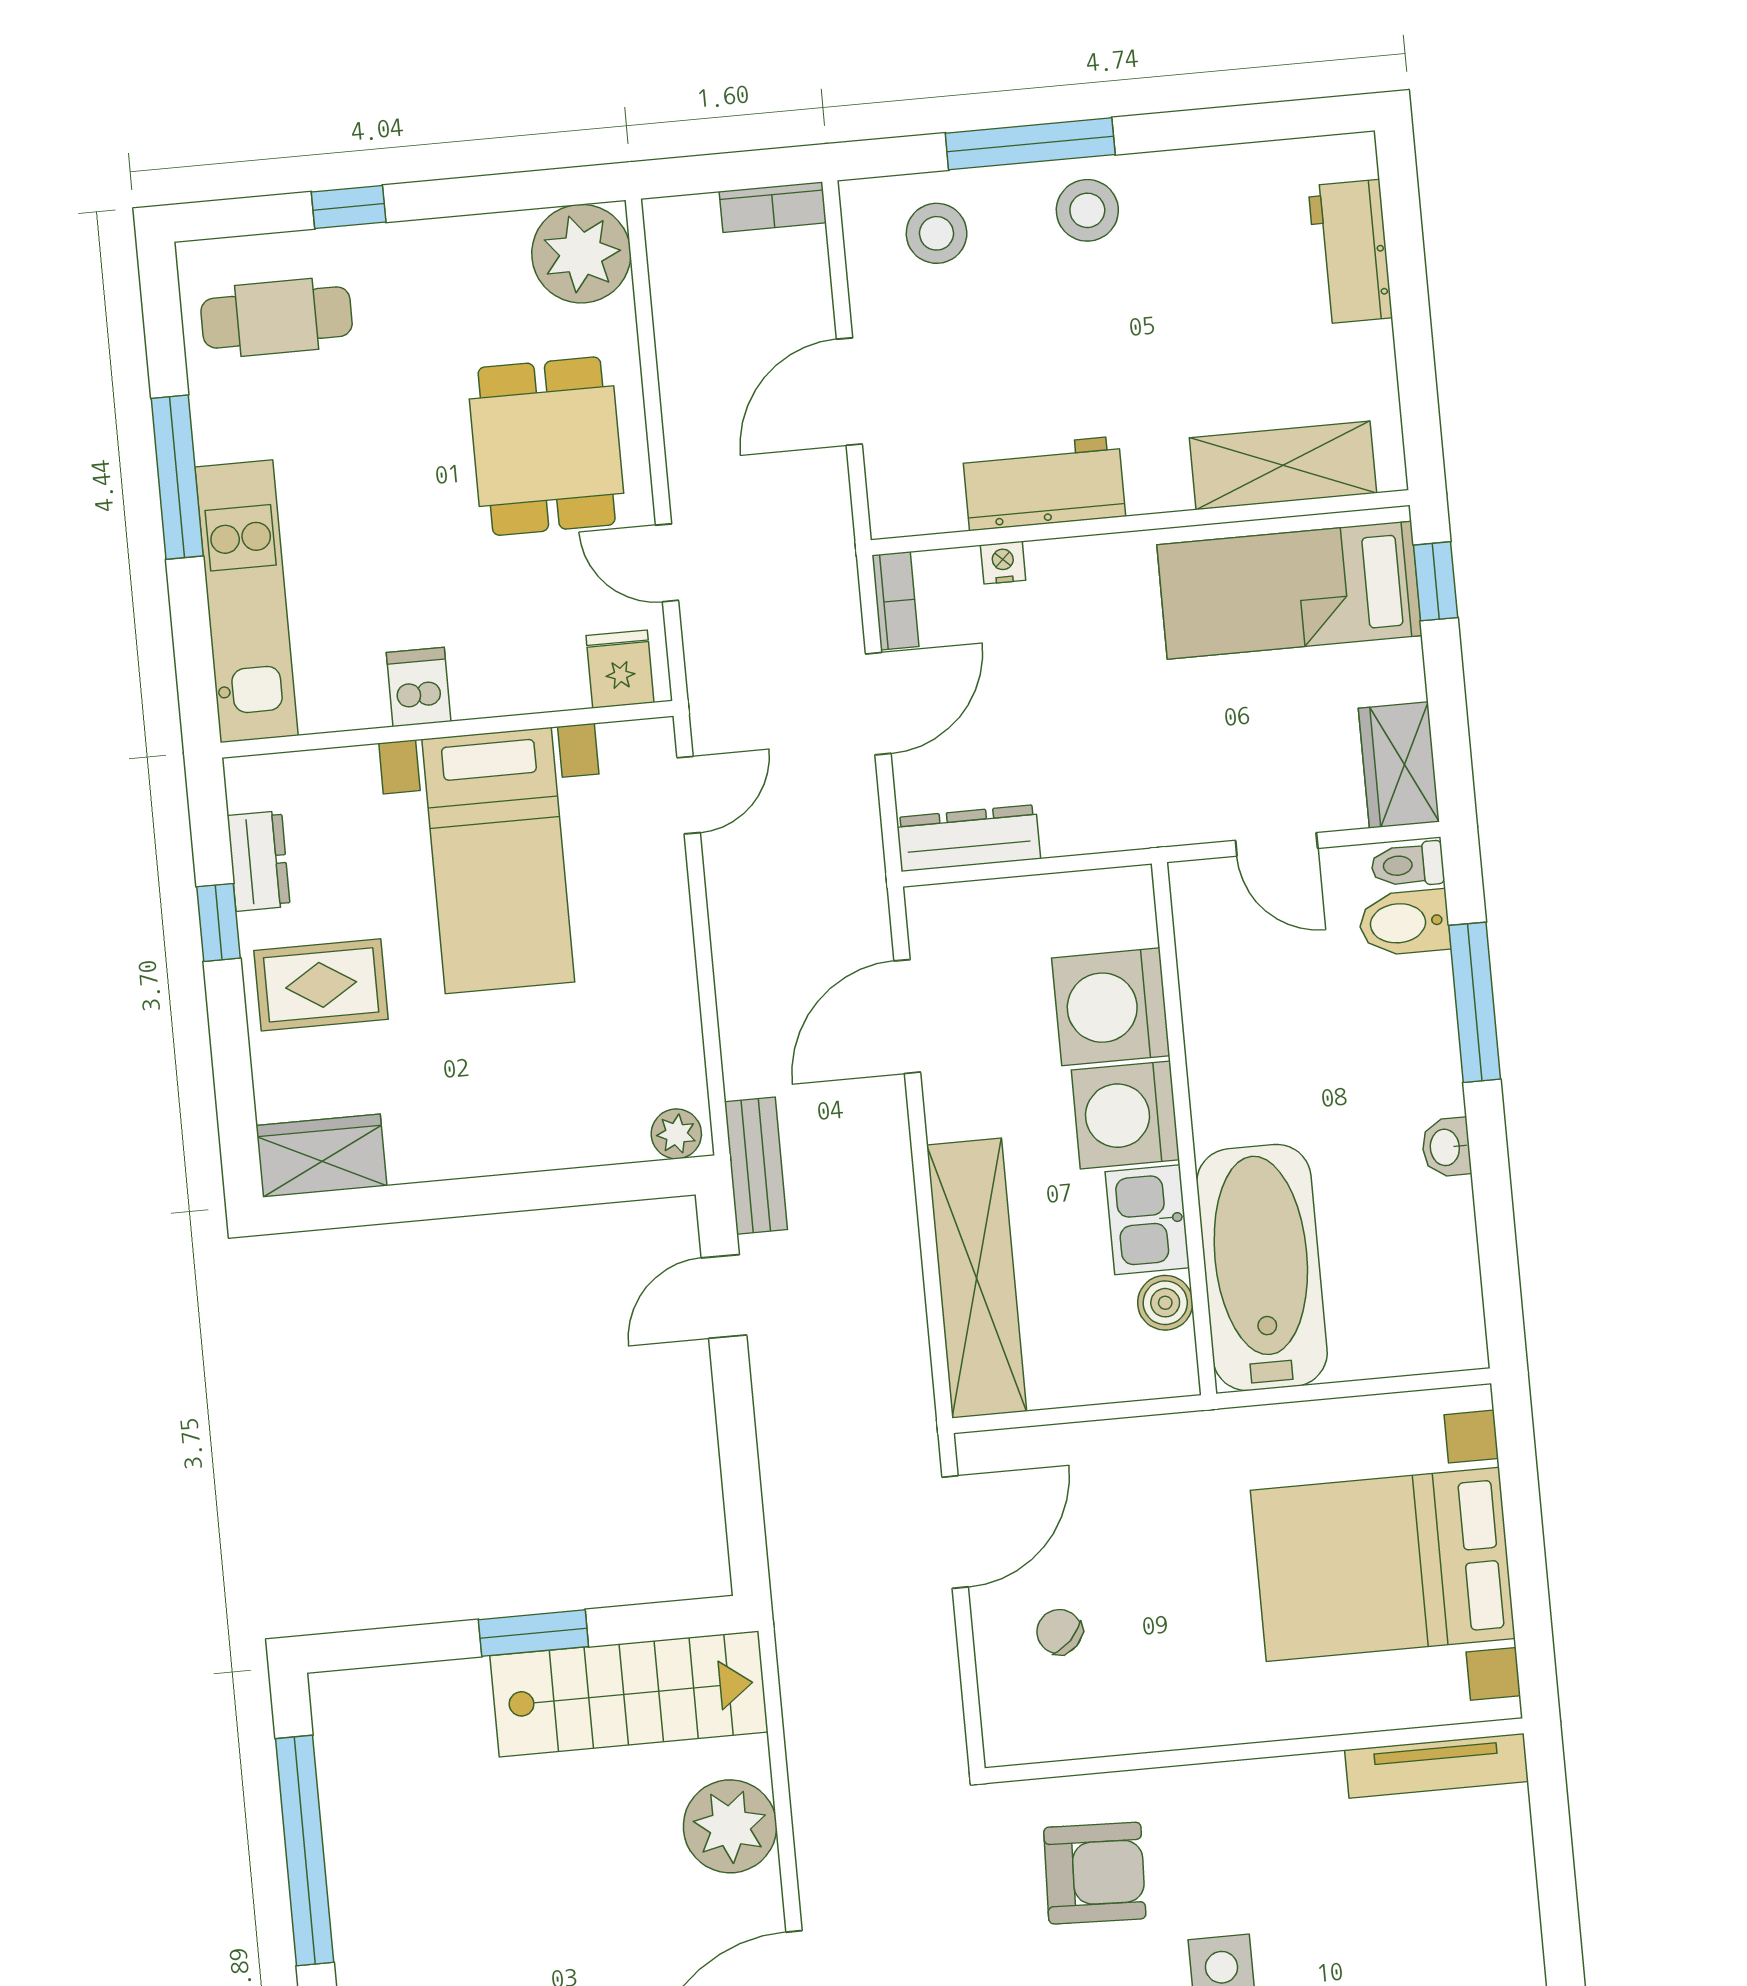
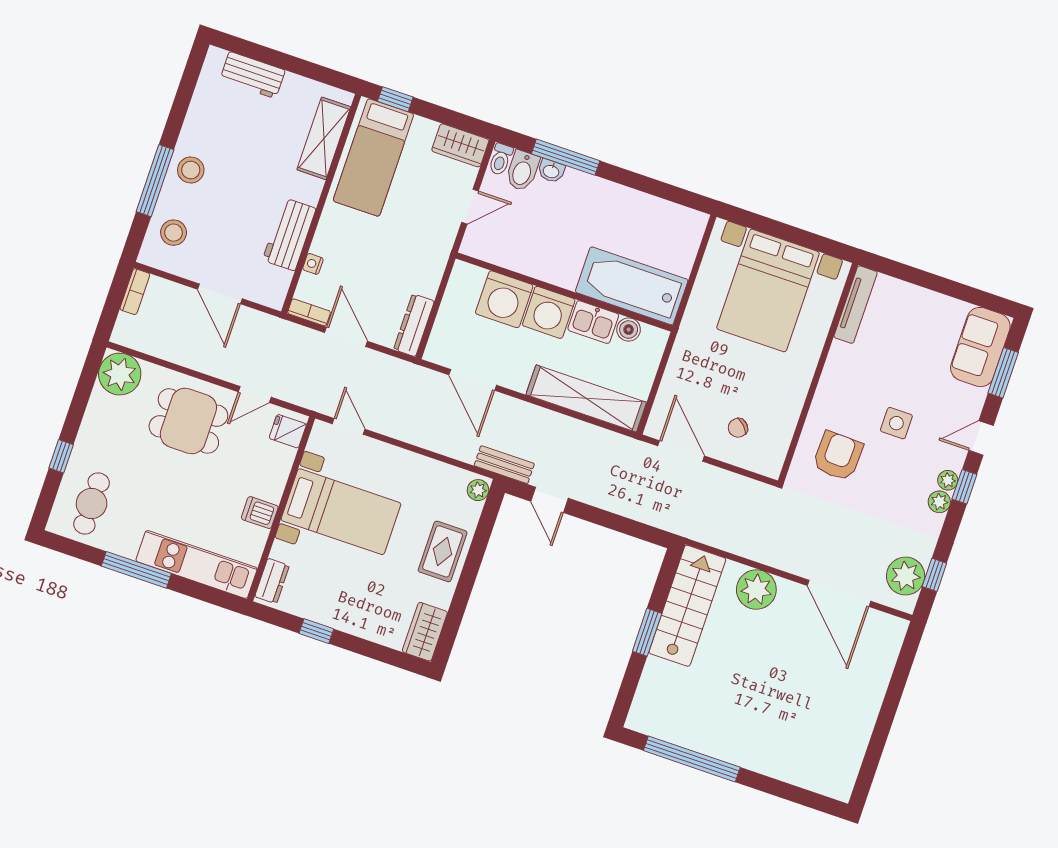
dresser: (259, 861) -> (272, 581), moved, turned 90
rug: (321, 985) -> (443, 551), moved
washbasin: (1446, 1147) -> (551, 171), moved

